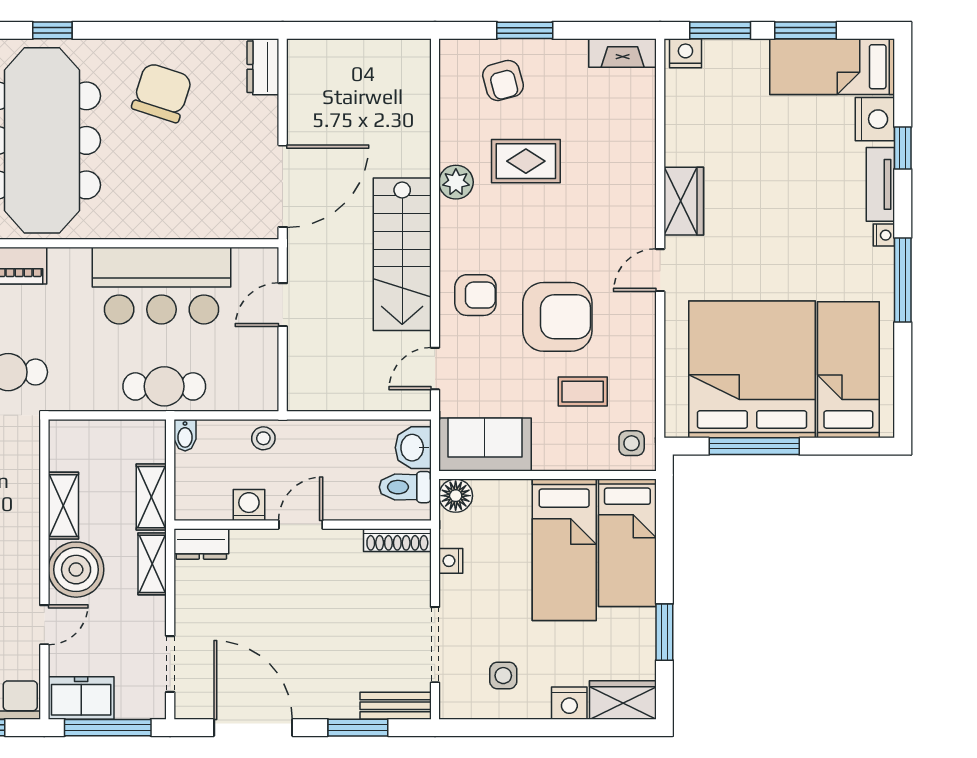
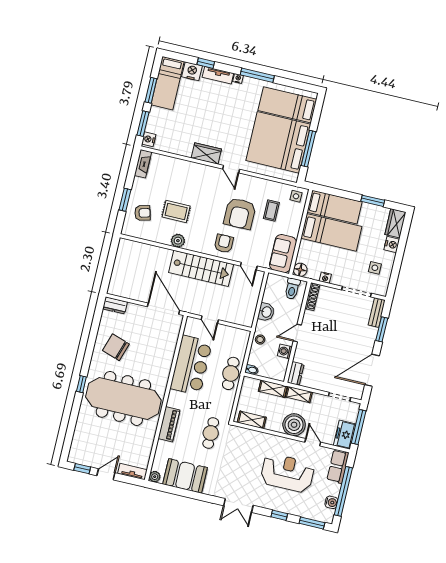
rug: (526, 161) -> (176, 211), turned 90
armchair: (557, 317) -> (240, 214), turned 180
washbasin: (413, 448) -> (266, 312), moved, turned -90
shelving: (63, 506) -> (252, 420), moved
door: (301, 525) -> (297, 333), hinge flipped

